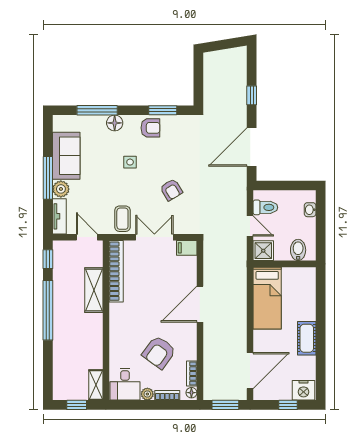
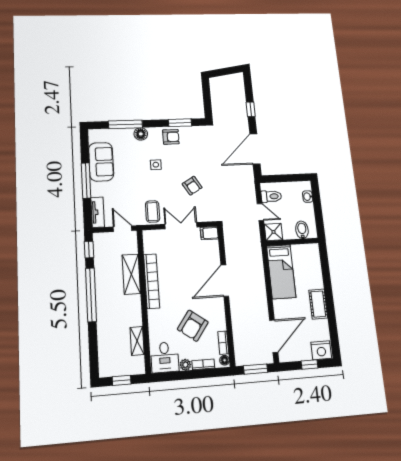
plant: (61, 189) -> (98, 189), removed
bookcase: (116, 271) -> (152, 281), moved
shelving: (96, 385) -> (137, 341), moved

